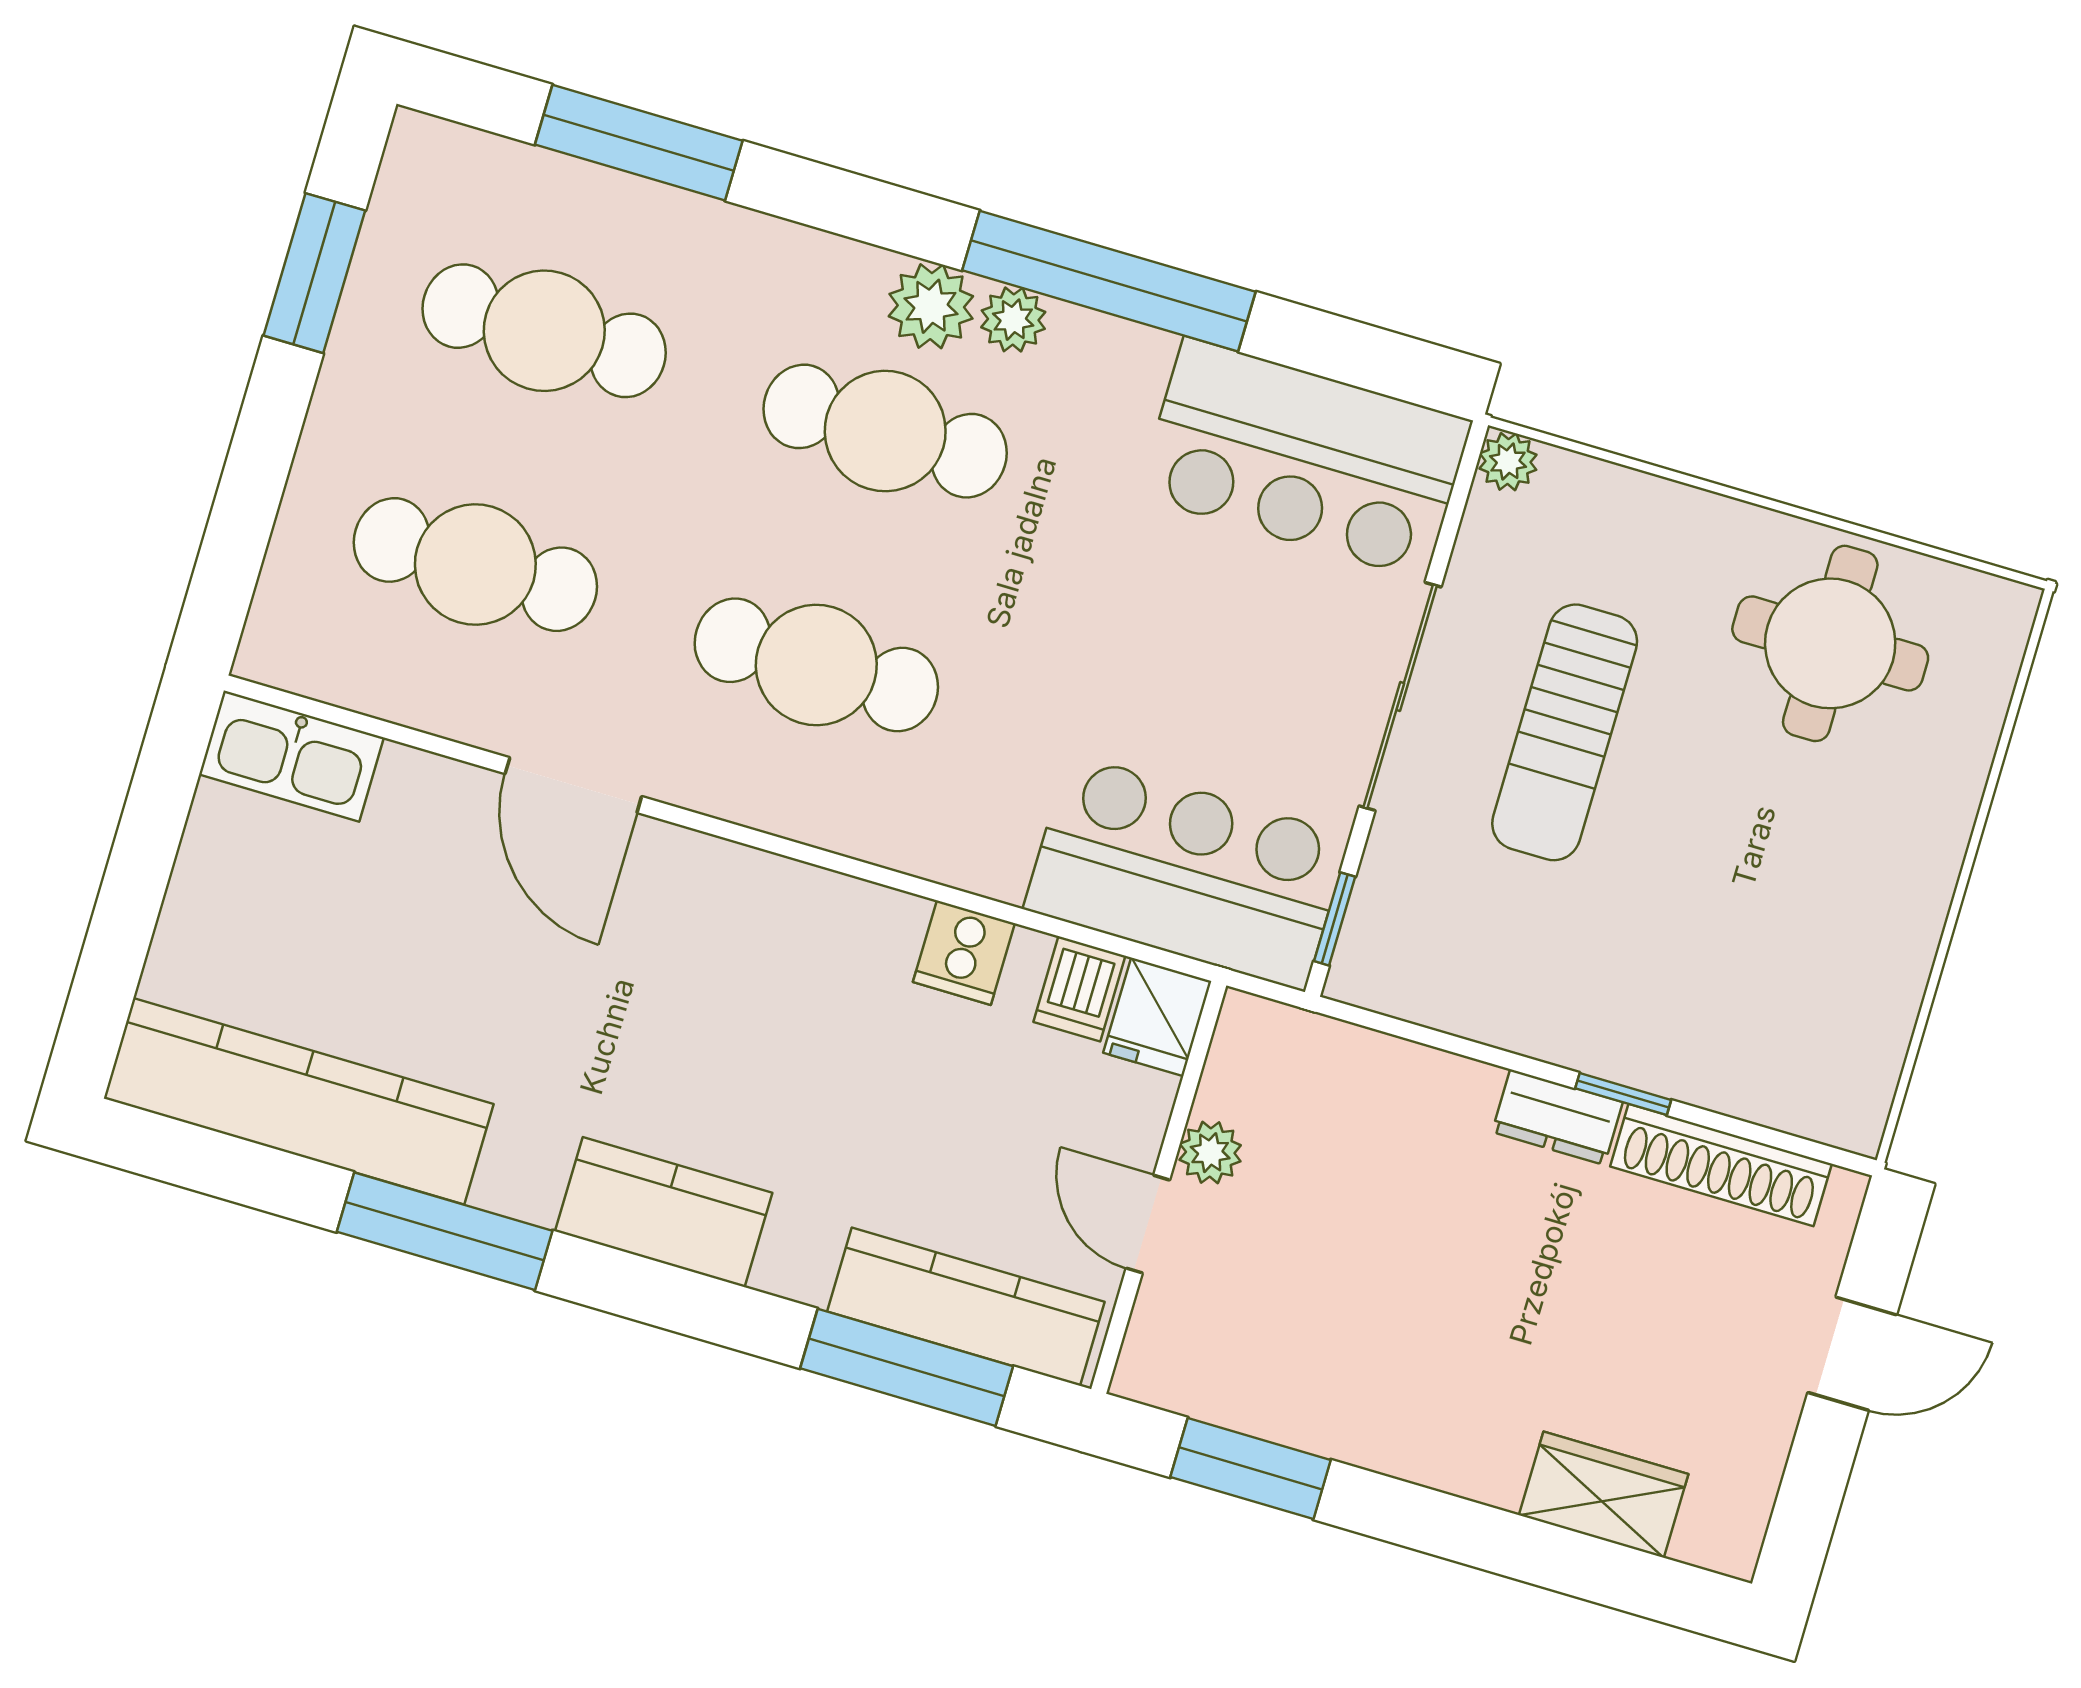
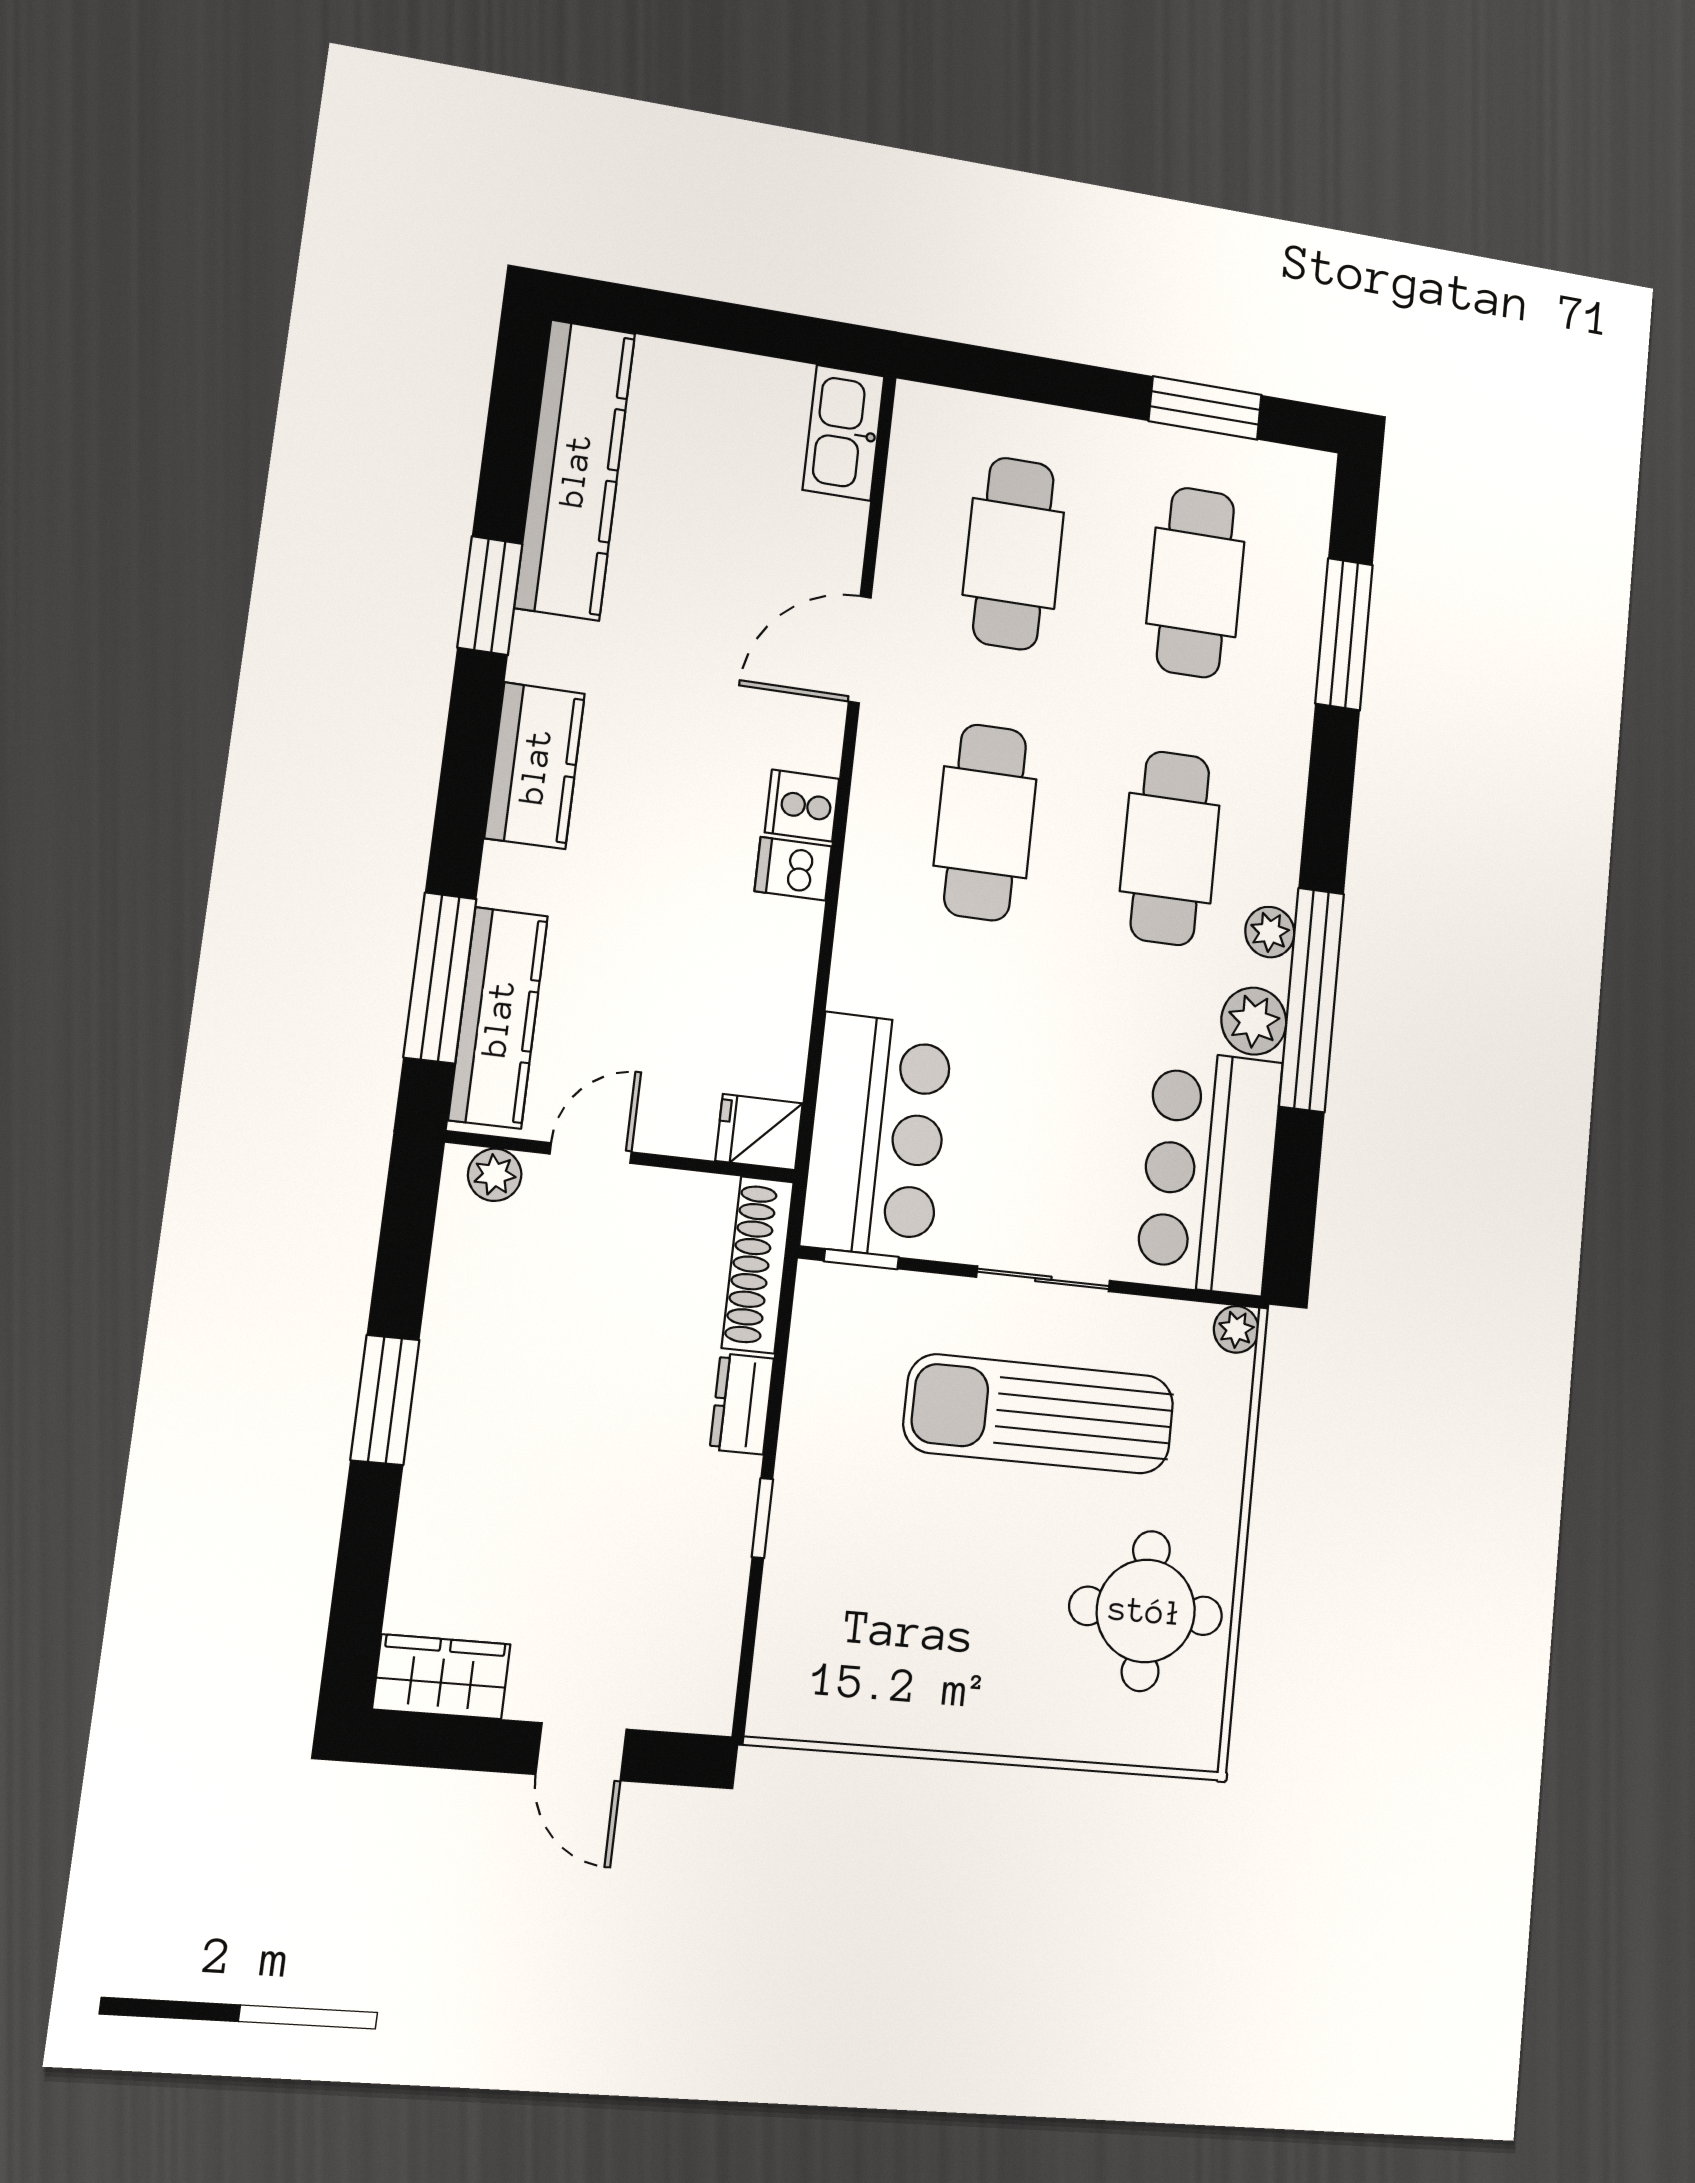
plant: (931, 306) -> (1254, 1021), moved
sliding door: (1400, 697) -> (1043, 1279), width x0.73
sun lounger: (1565, 732) -> (1039, 1414), width x1.36, depth x1.34
cooker: (964, 953) -> (802, 806), moved
dishwasher: (1079, 989) -> (793, 869), moved
dresser: (1557, 1117) -> (742, 1404), moved
plant: (1210, 1153) -> (495, 1175), moved
shoe rack: (1721, 1165) -> (758, 1265), moved
window: (445, 1231) -> (490, 596), width x0.69
window: (1251, 1469) -> (385, 1400), moved
wardrobe: (1604, 1495) -> (442, 1677), moved, turned -90

